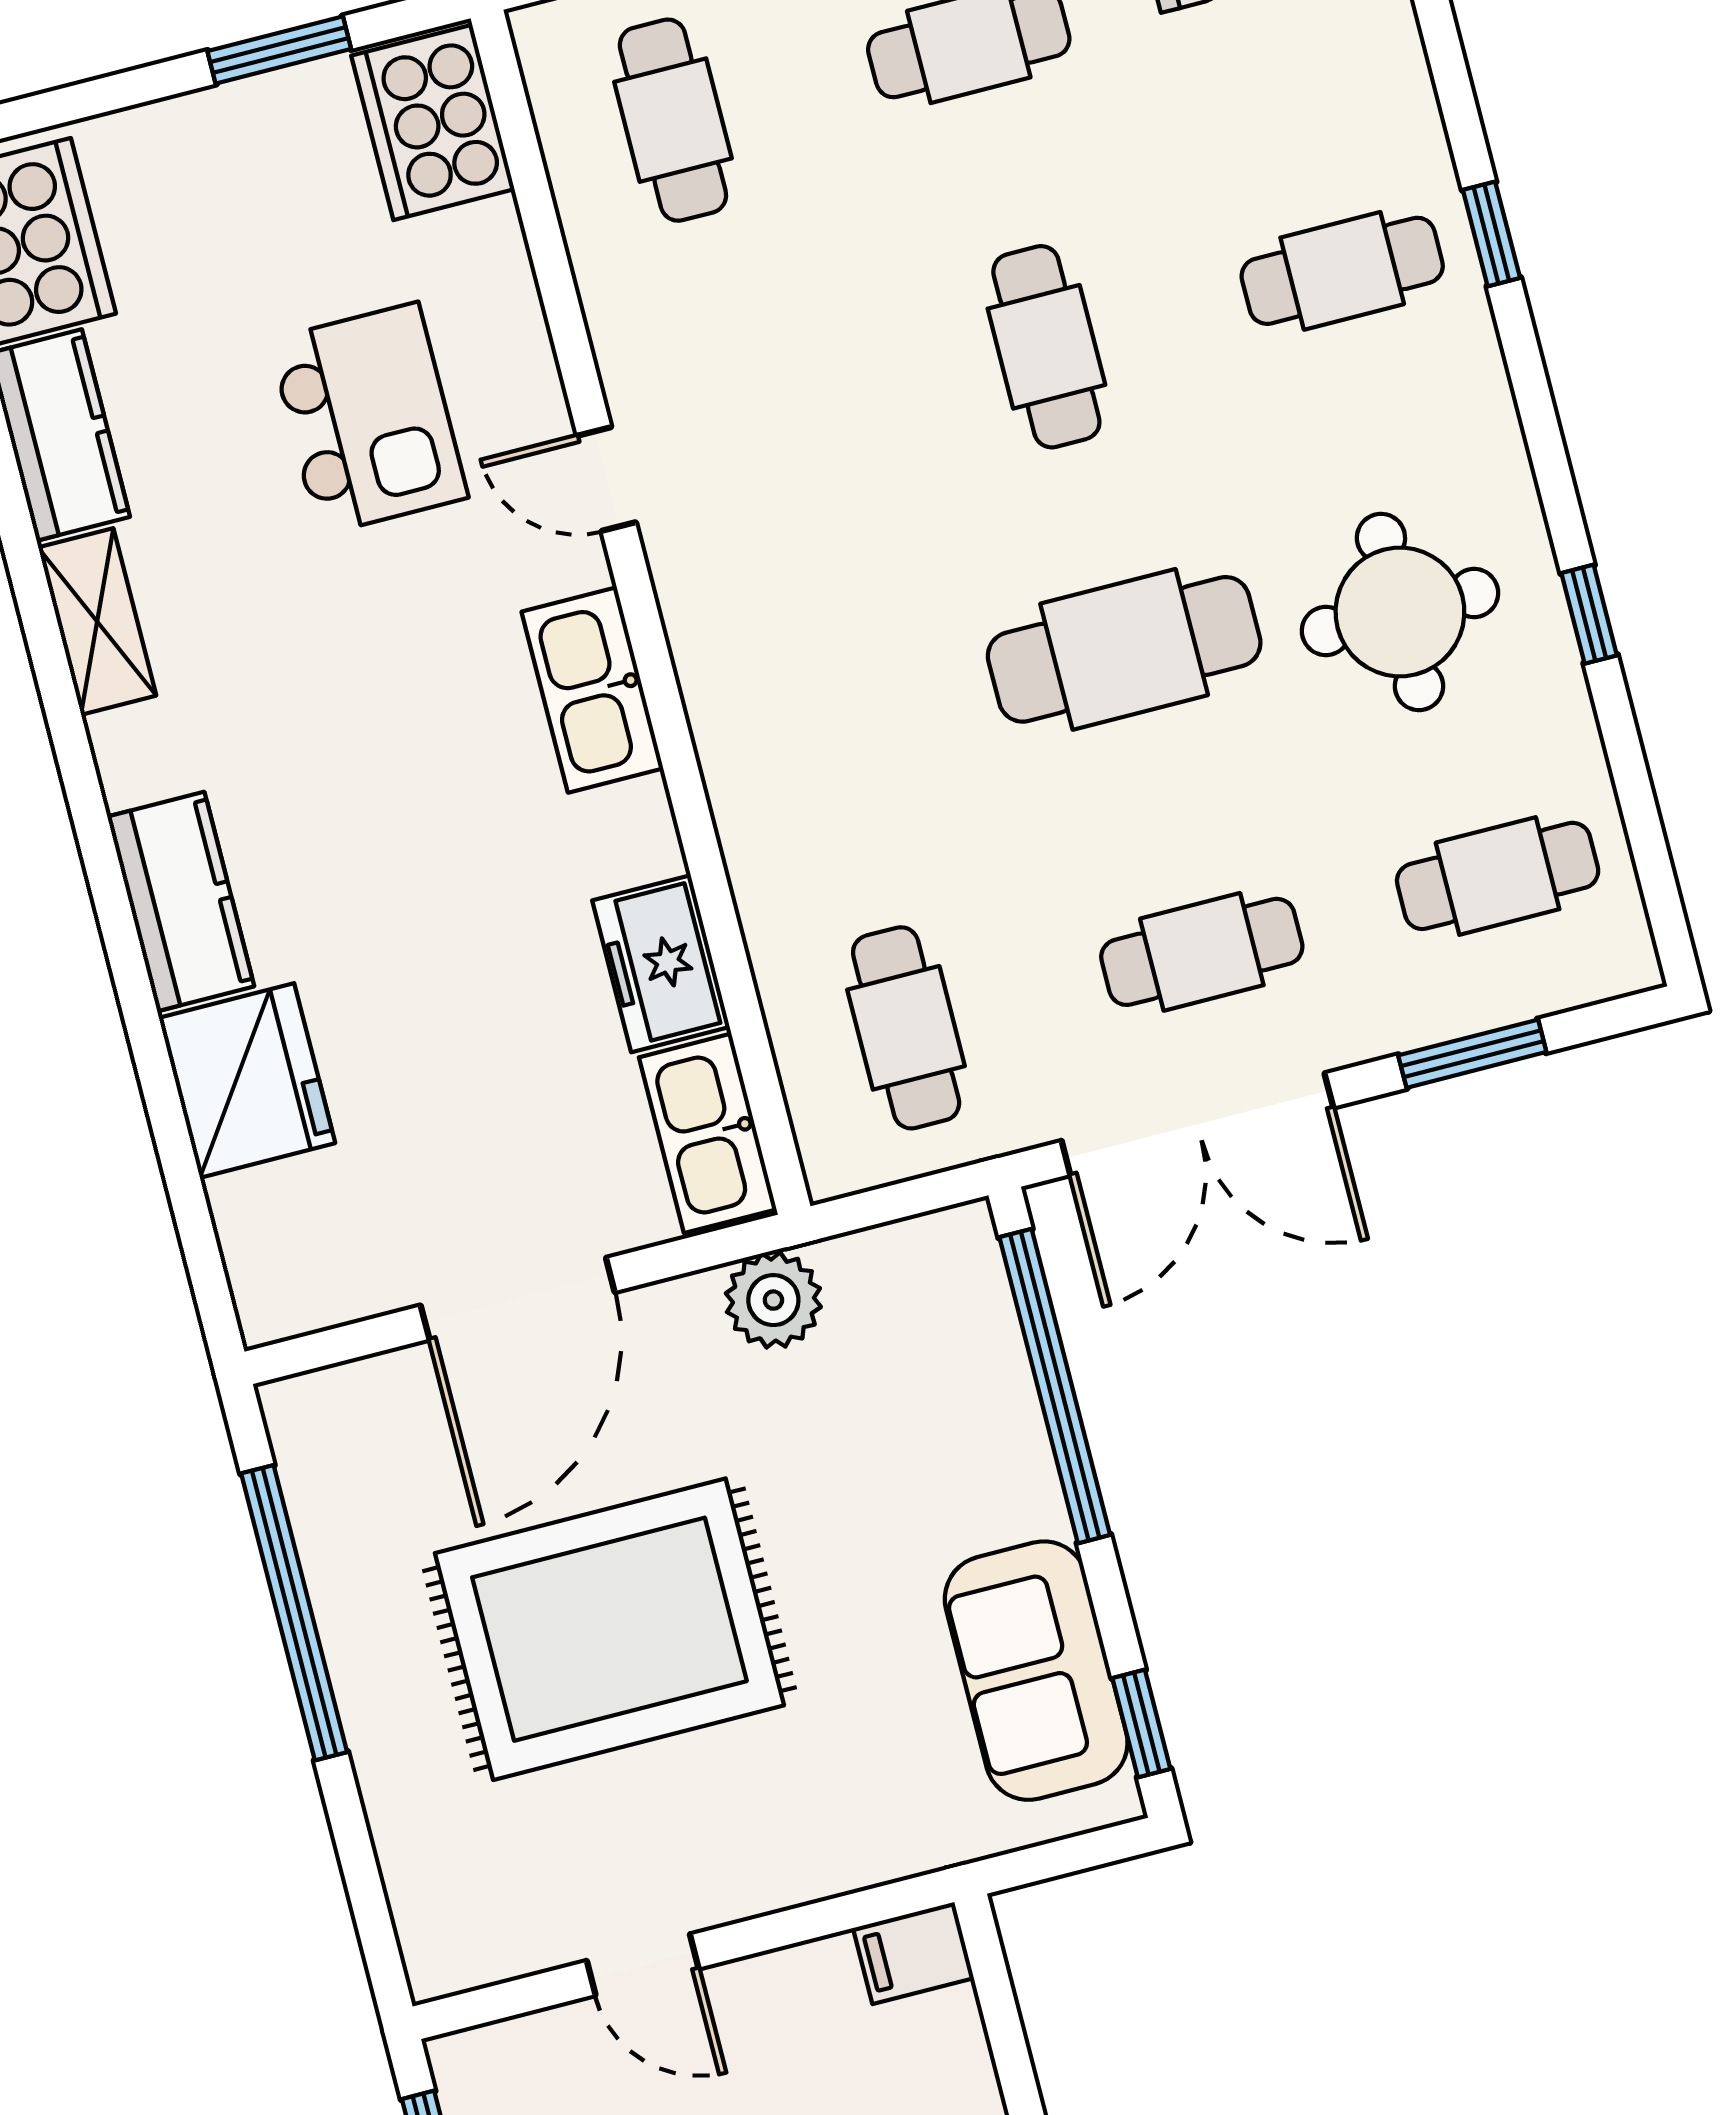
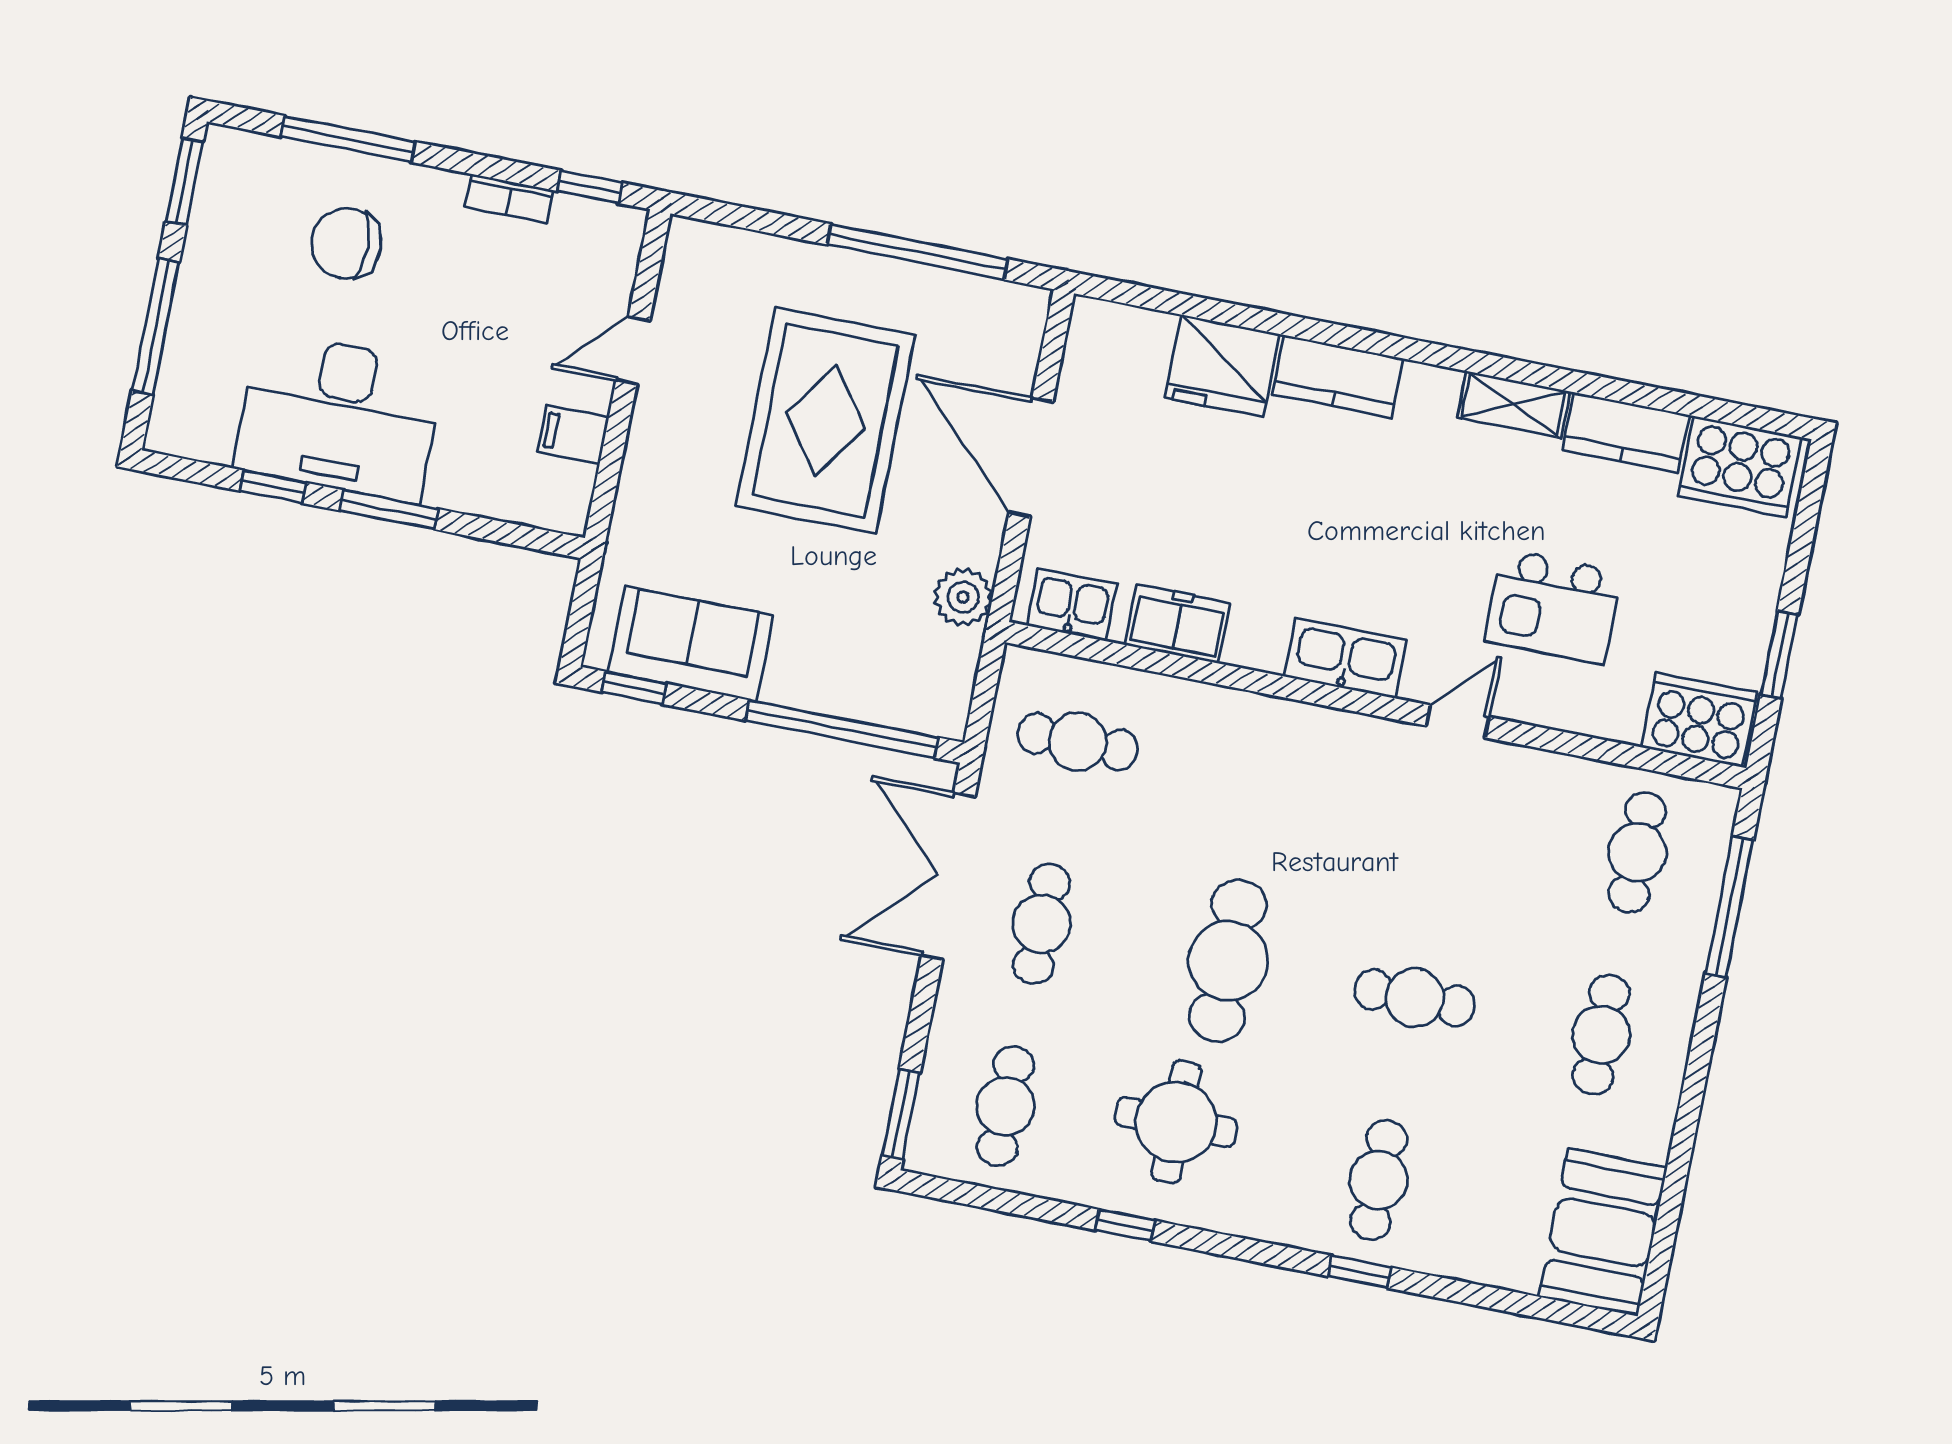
cafe table: (673, 120) -> (1637, 852), turned 90
window: (1472, 1054) -> (901, 1114), moved
kitchen sink: (708, 1133) -> (1072, 605), width x0.73
filing cabinet: (913, 1953) -> (573, 435), moved, turned -90

